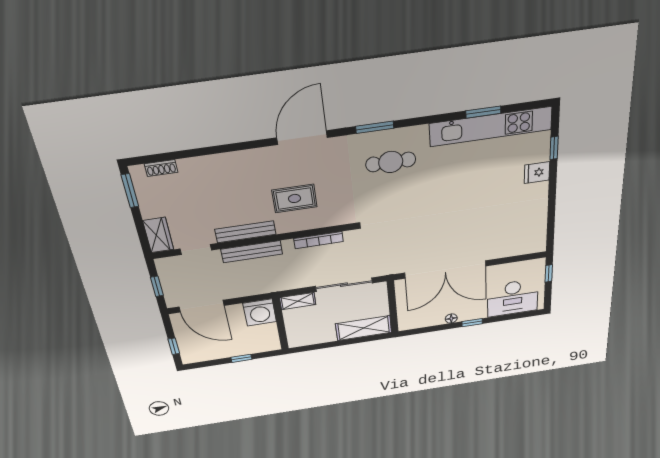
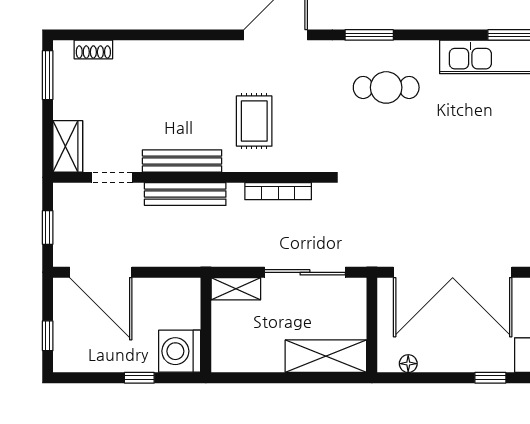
rug: (295, 199) -> (254, 121), turned 90
washing machine: (260, 312) -> (180, 351), moved, turned 90
floor lamp: (451, 318) -> (408, 364), moved

